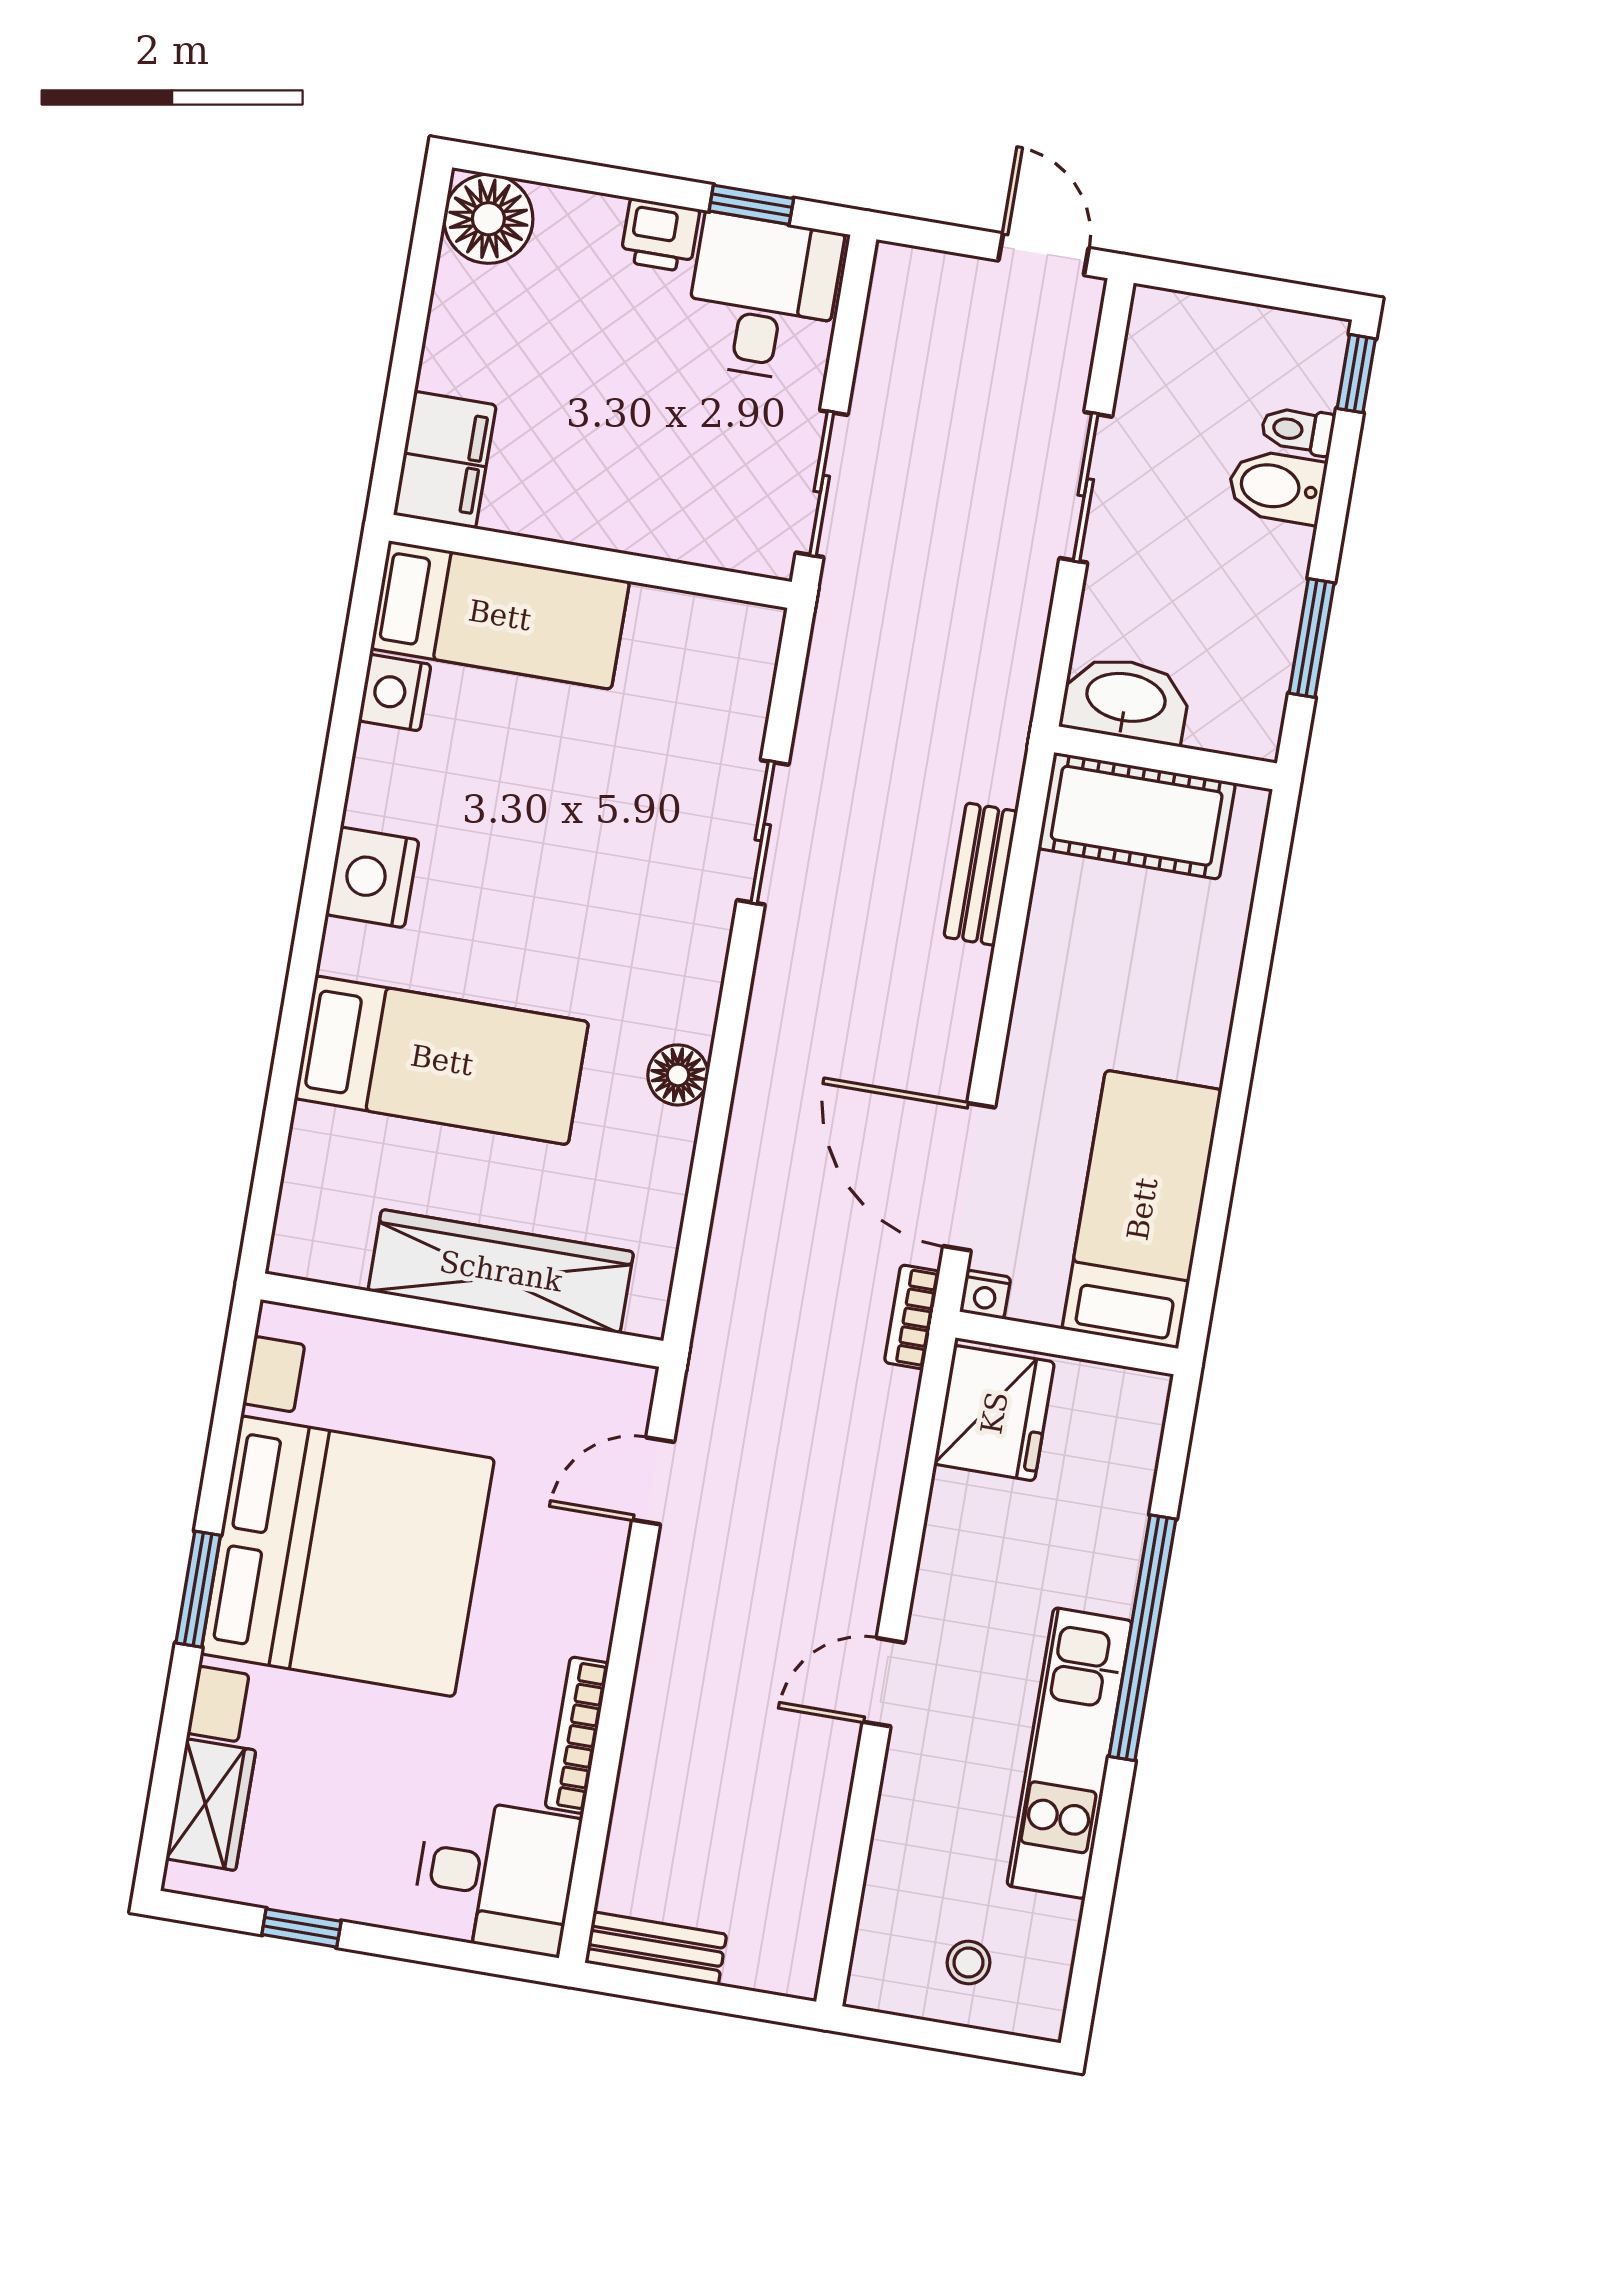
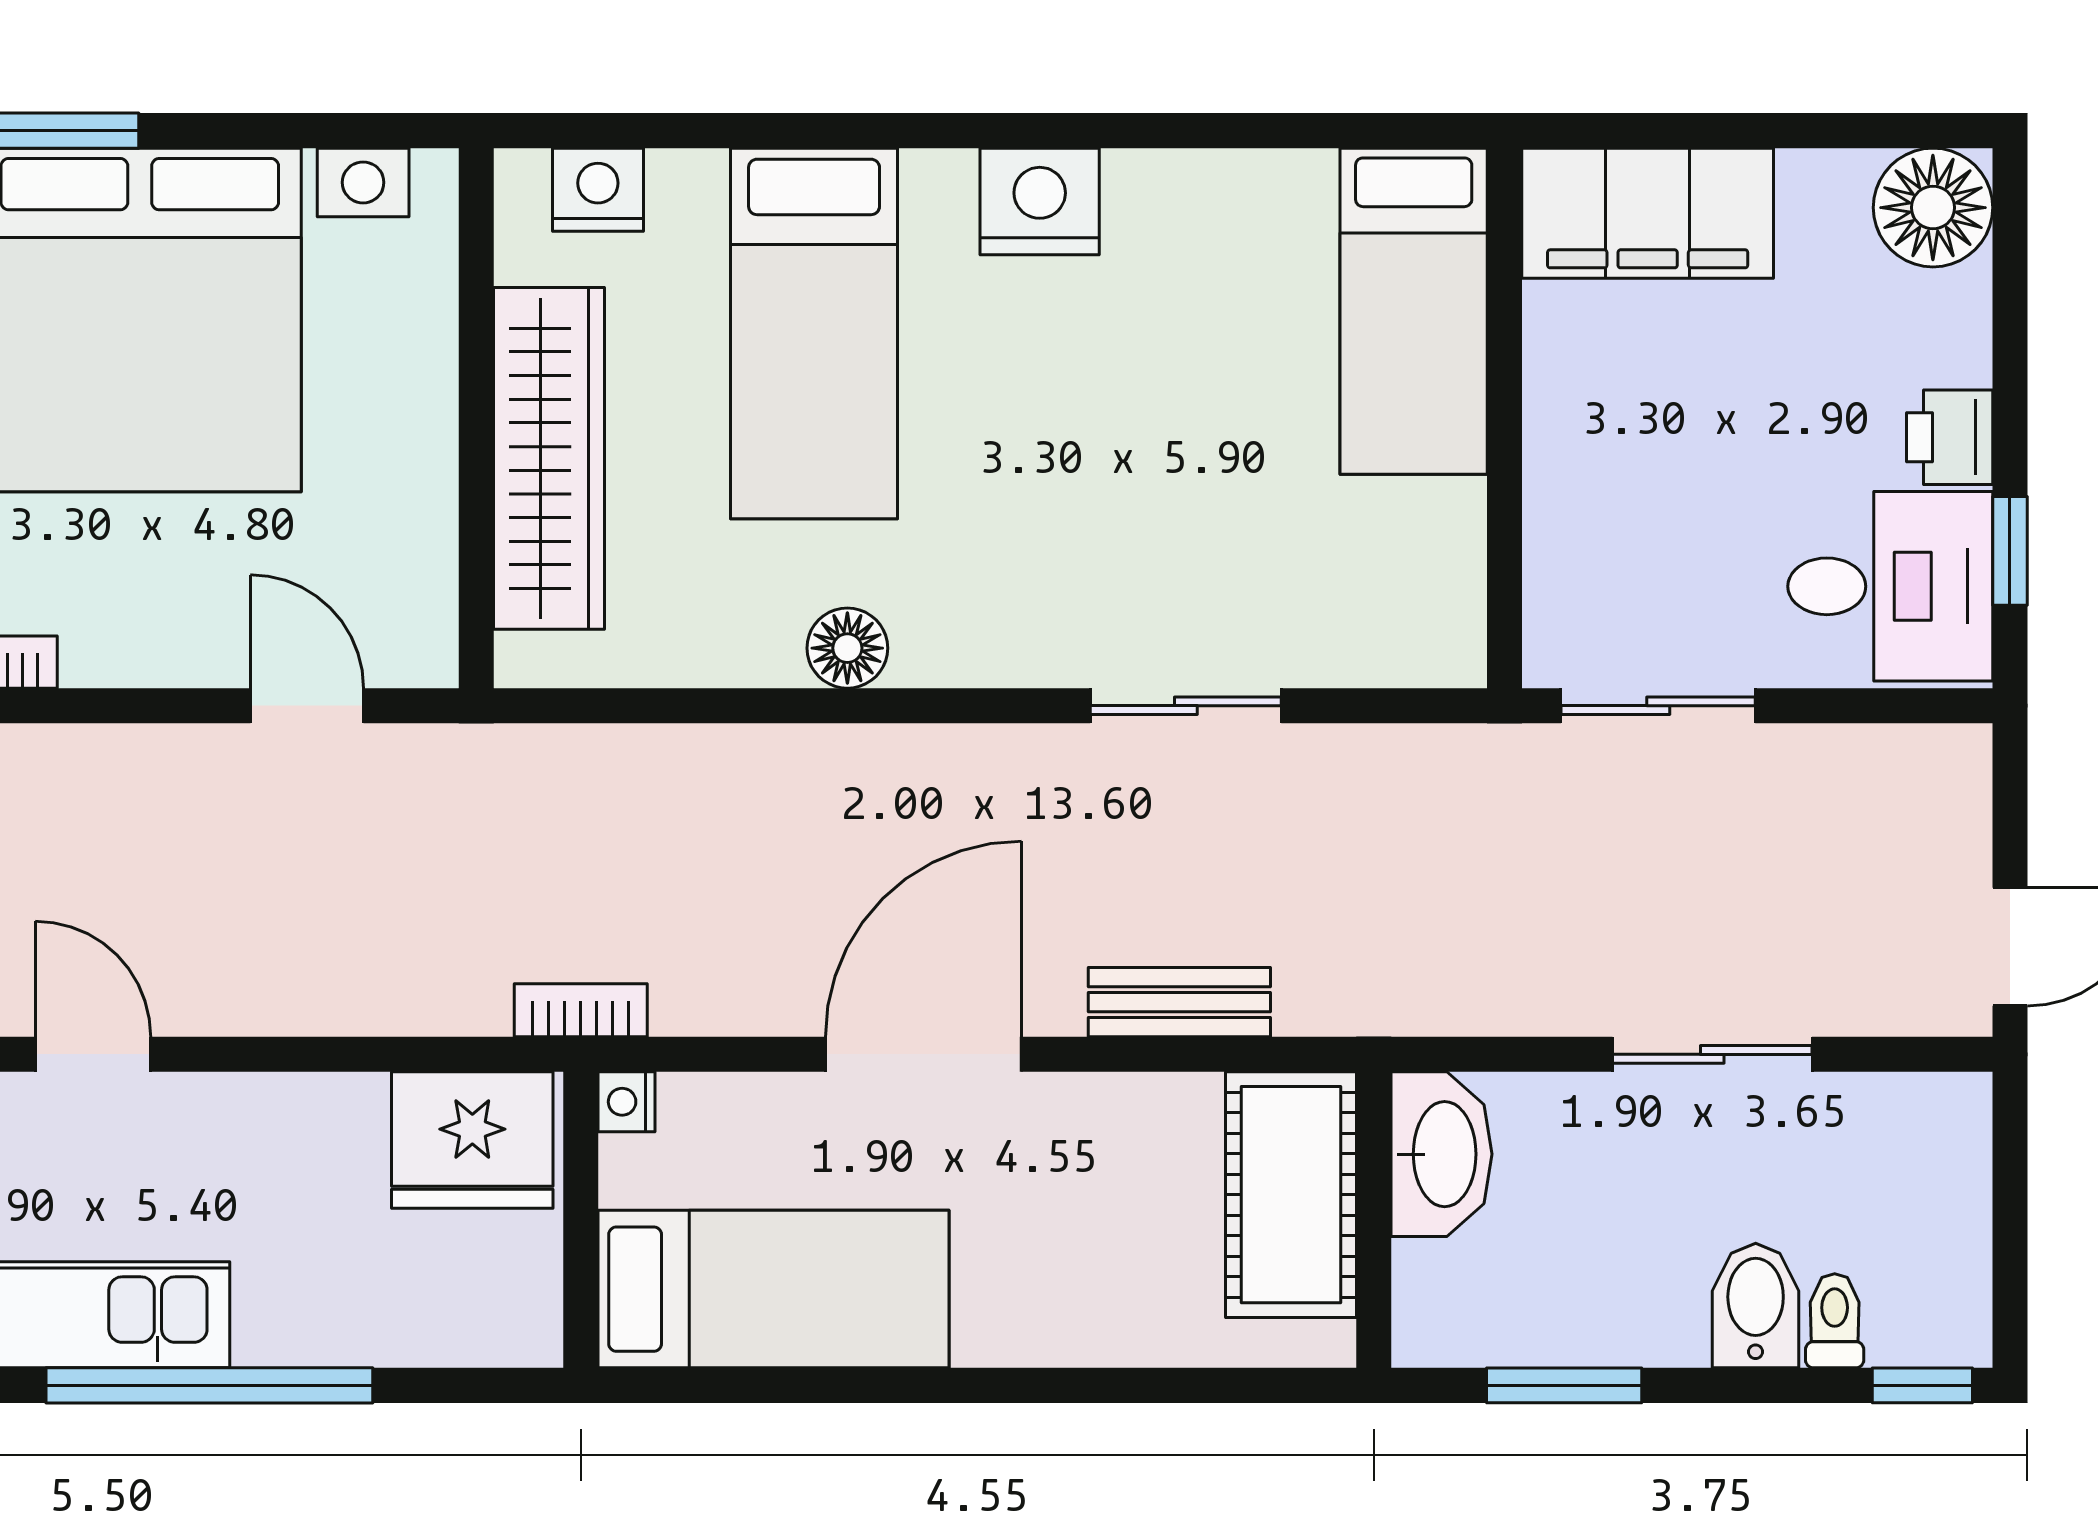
filing cabinet: (445, 460) -> (1648, 213), width x1.50, depth x1.17
nightstand: (395, 693) -> (598, 190), moved
door: (969, 1177) -> (923, 1054), moved

